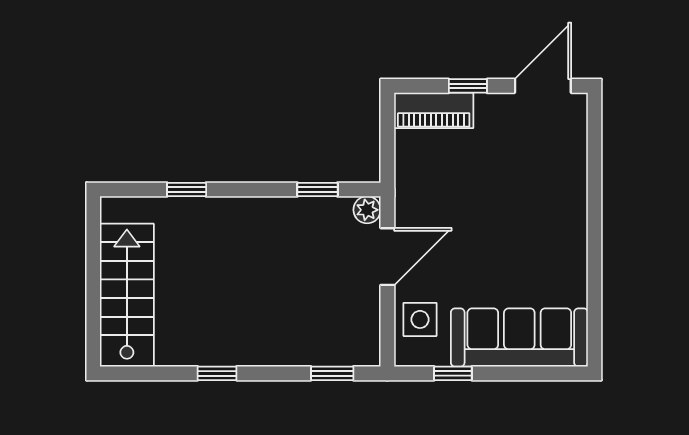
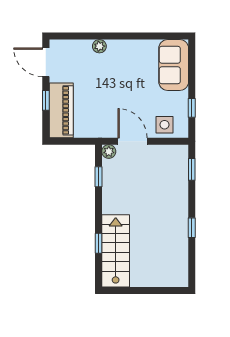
piano: (434, 110) -> (61, 110), width x1.37, depth x1.33
plant: (574, 191) -> (99, 46), added
stairs: (127, 295) -> (116, 251), moved, turned 90
sofa: (519, 338) -> (174, 65), width x0.73

